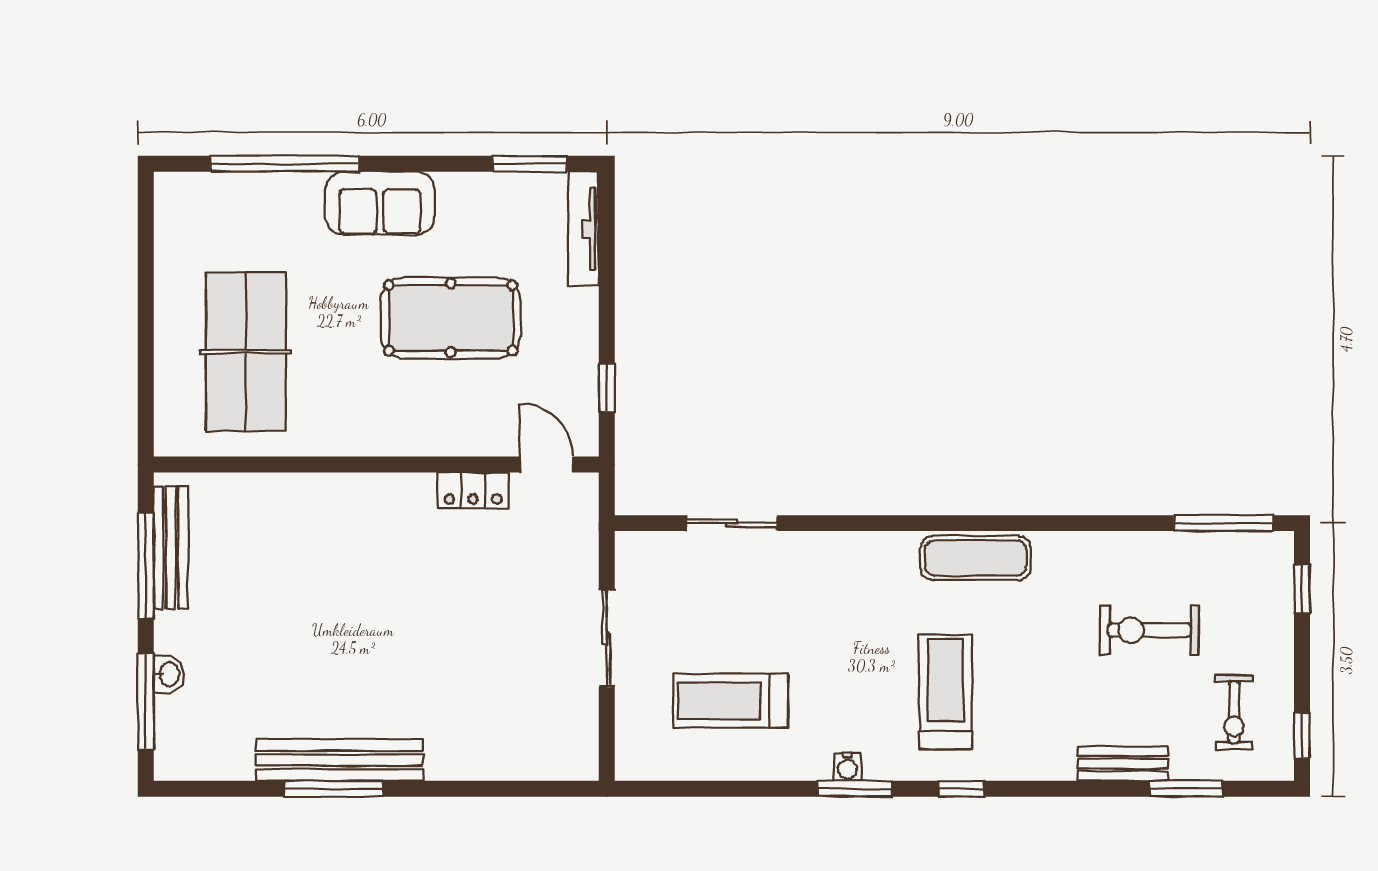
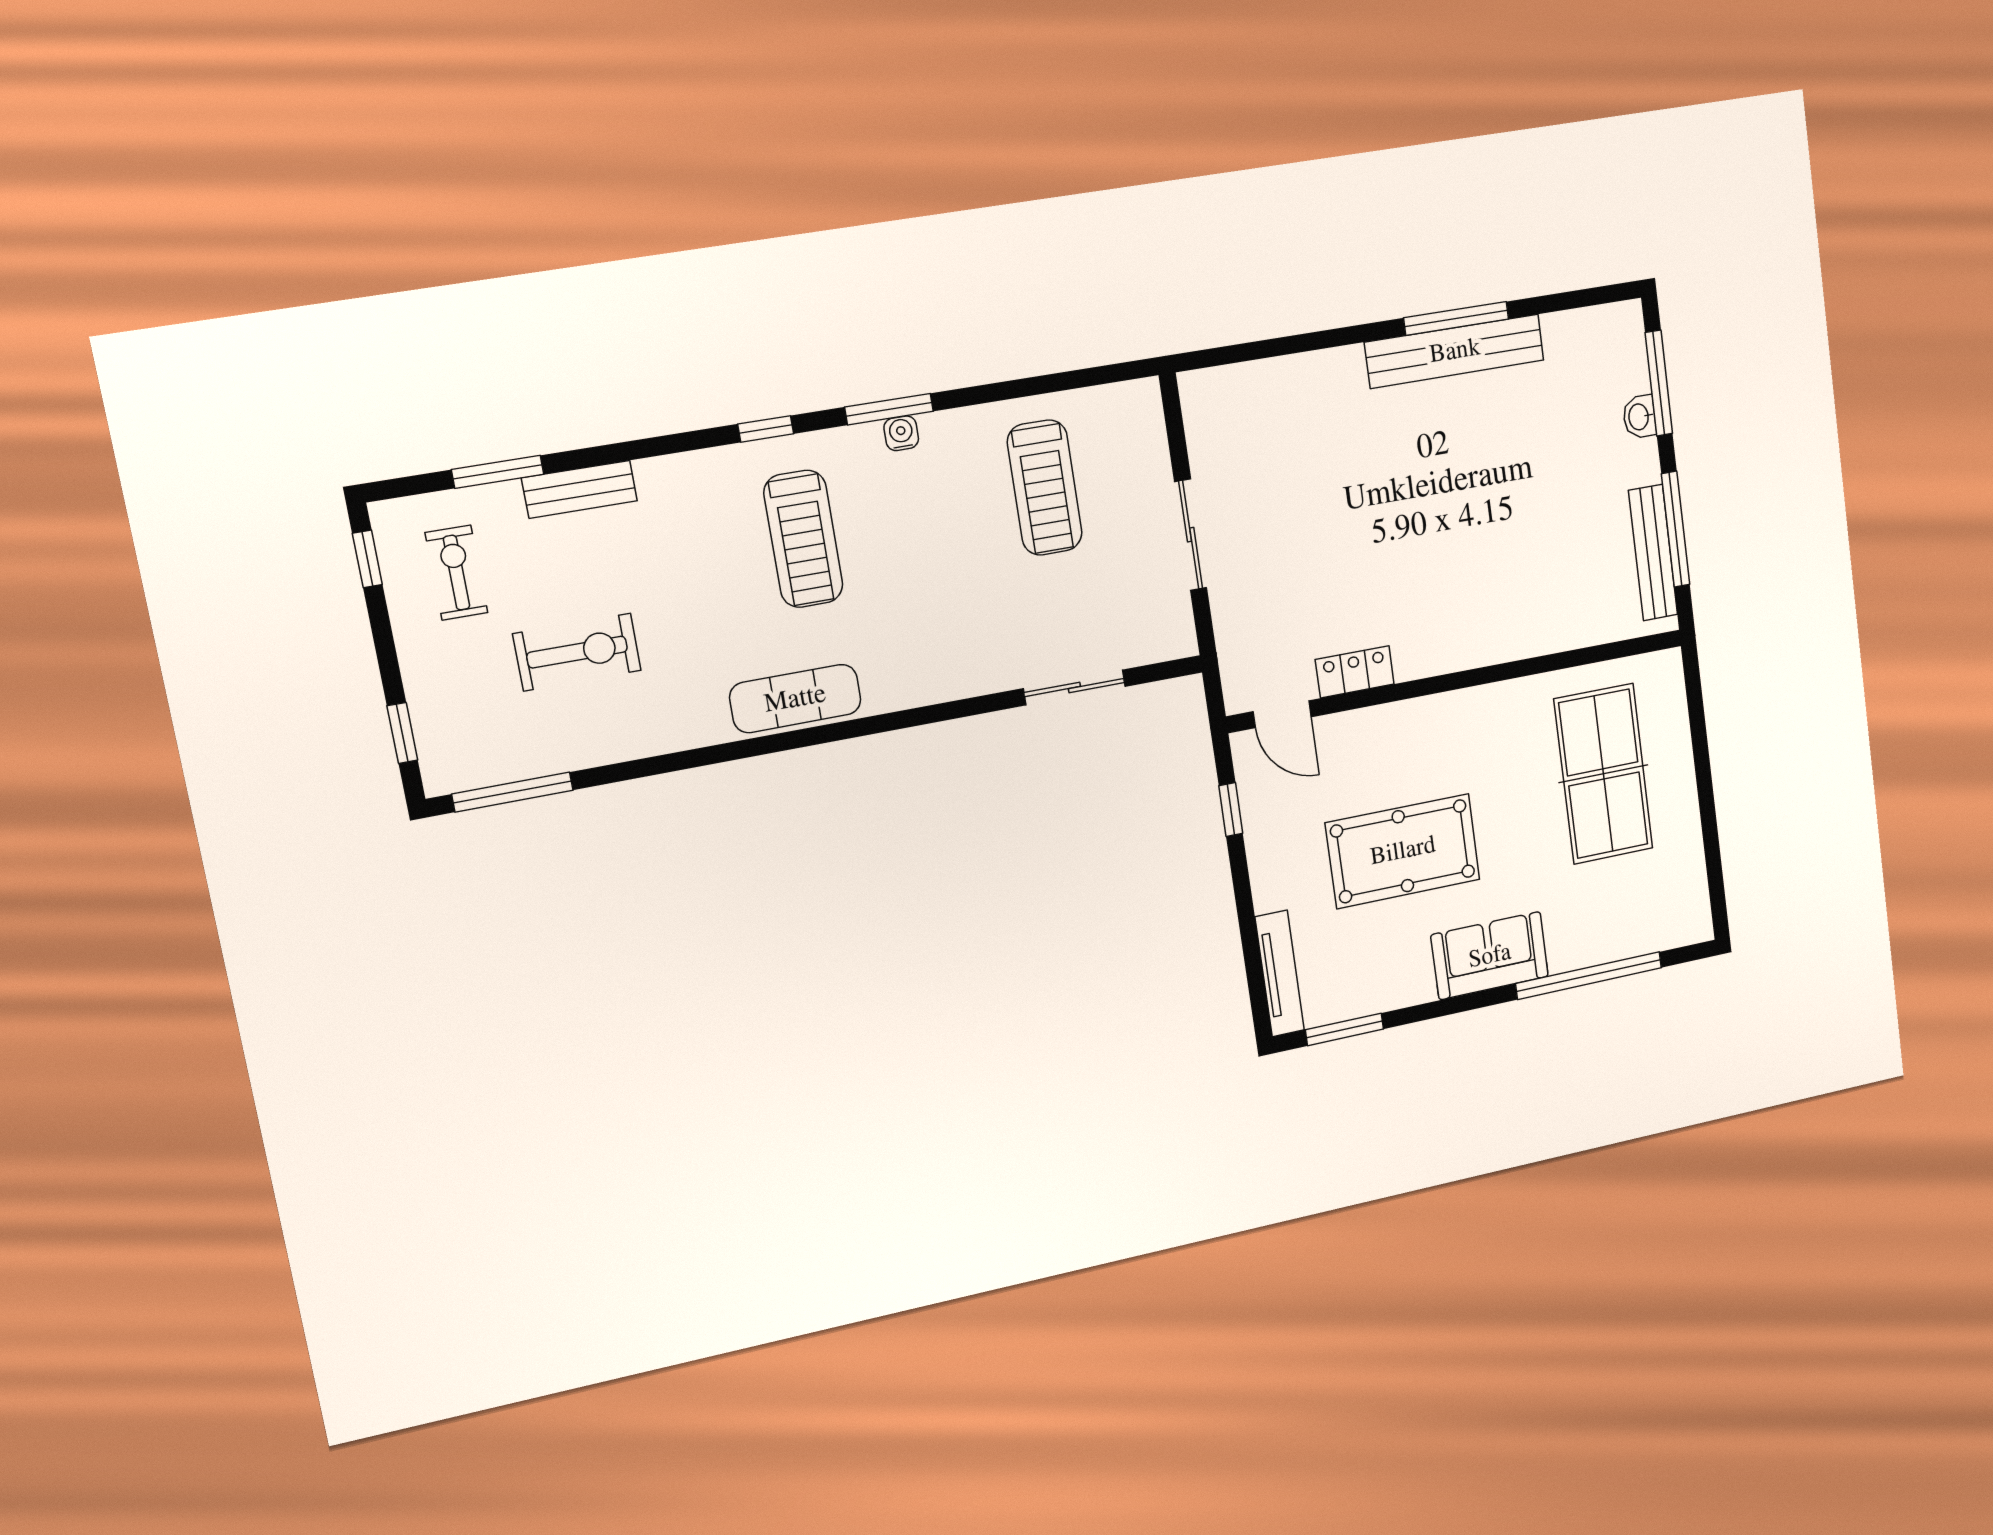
treadmill: (731, 701) -> (1045, 488), turned 90

